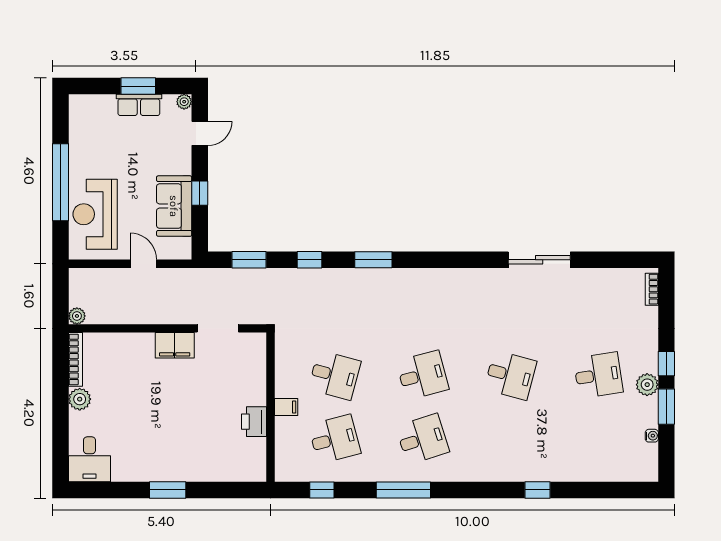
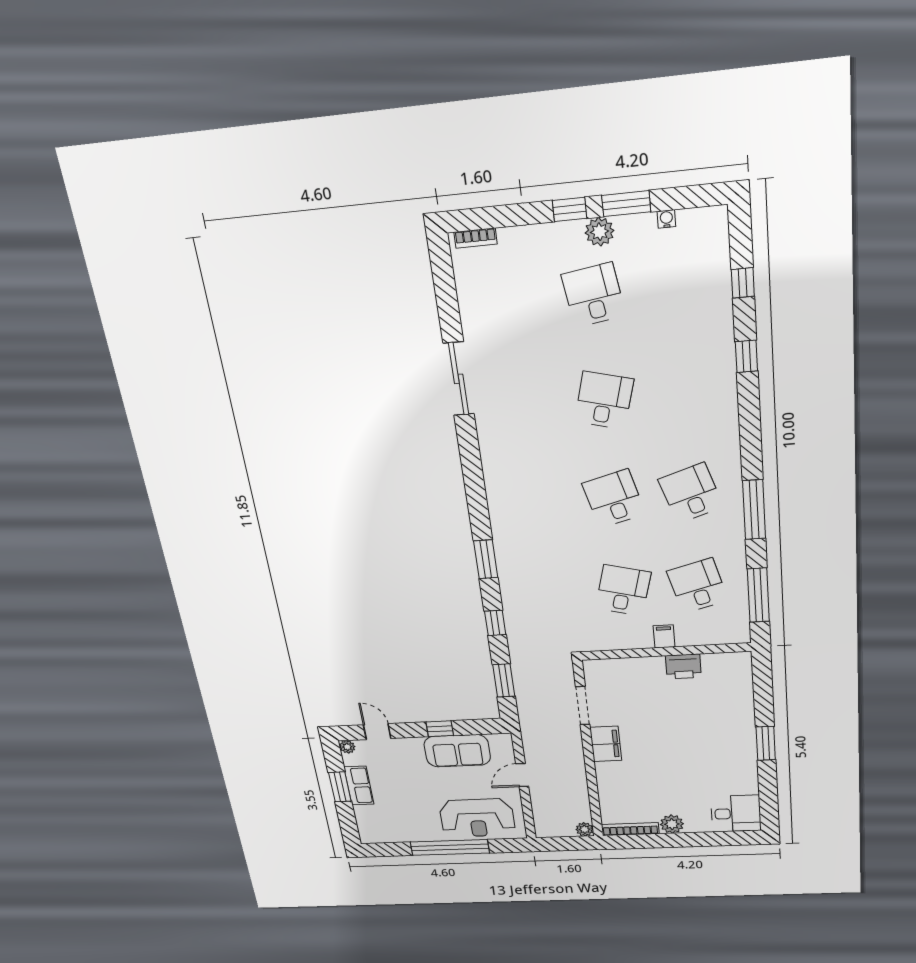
window: (322, 490) -> (758, 595), width x2.17
window: (597, 490) -> (743, 283), added

